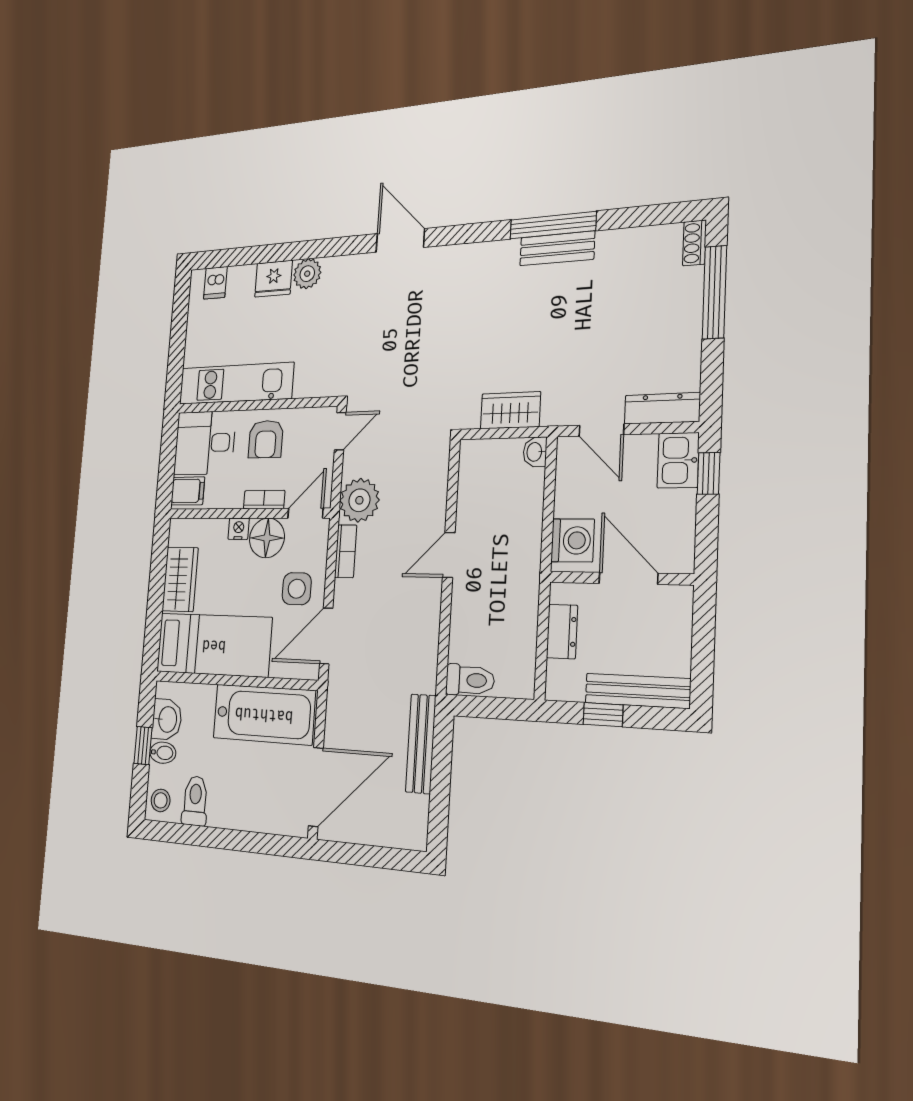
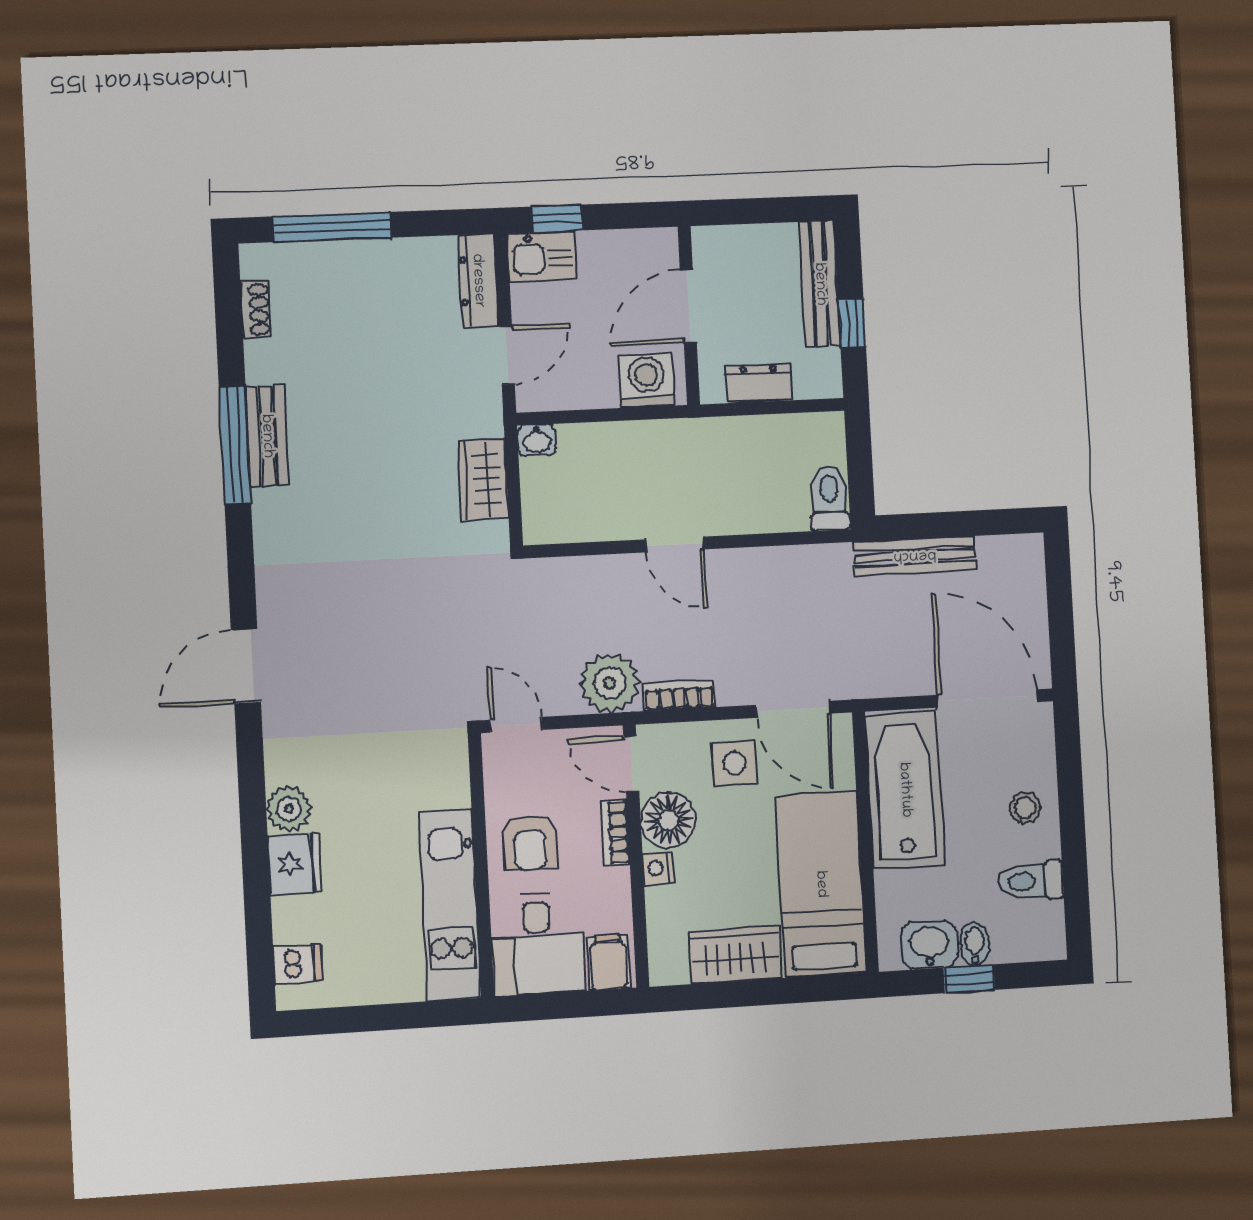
shoe rack: (695, 243) -> (256, 309), moved, turned -90
armchair: (266, 439) -> (530, 842), turned 90
stool: (161, 800) -> (1025, 808), moved

